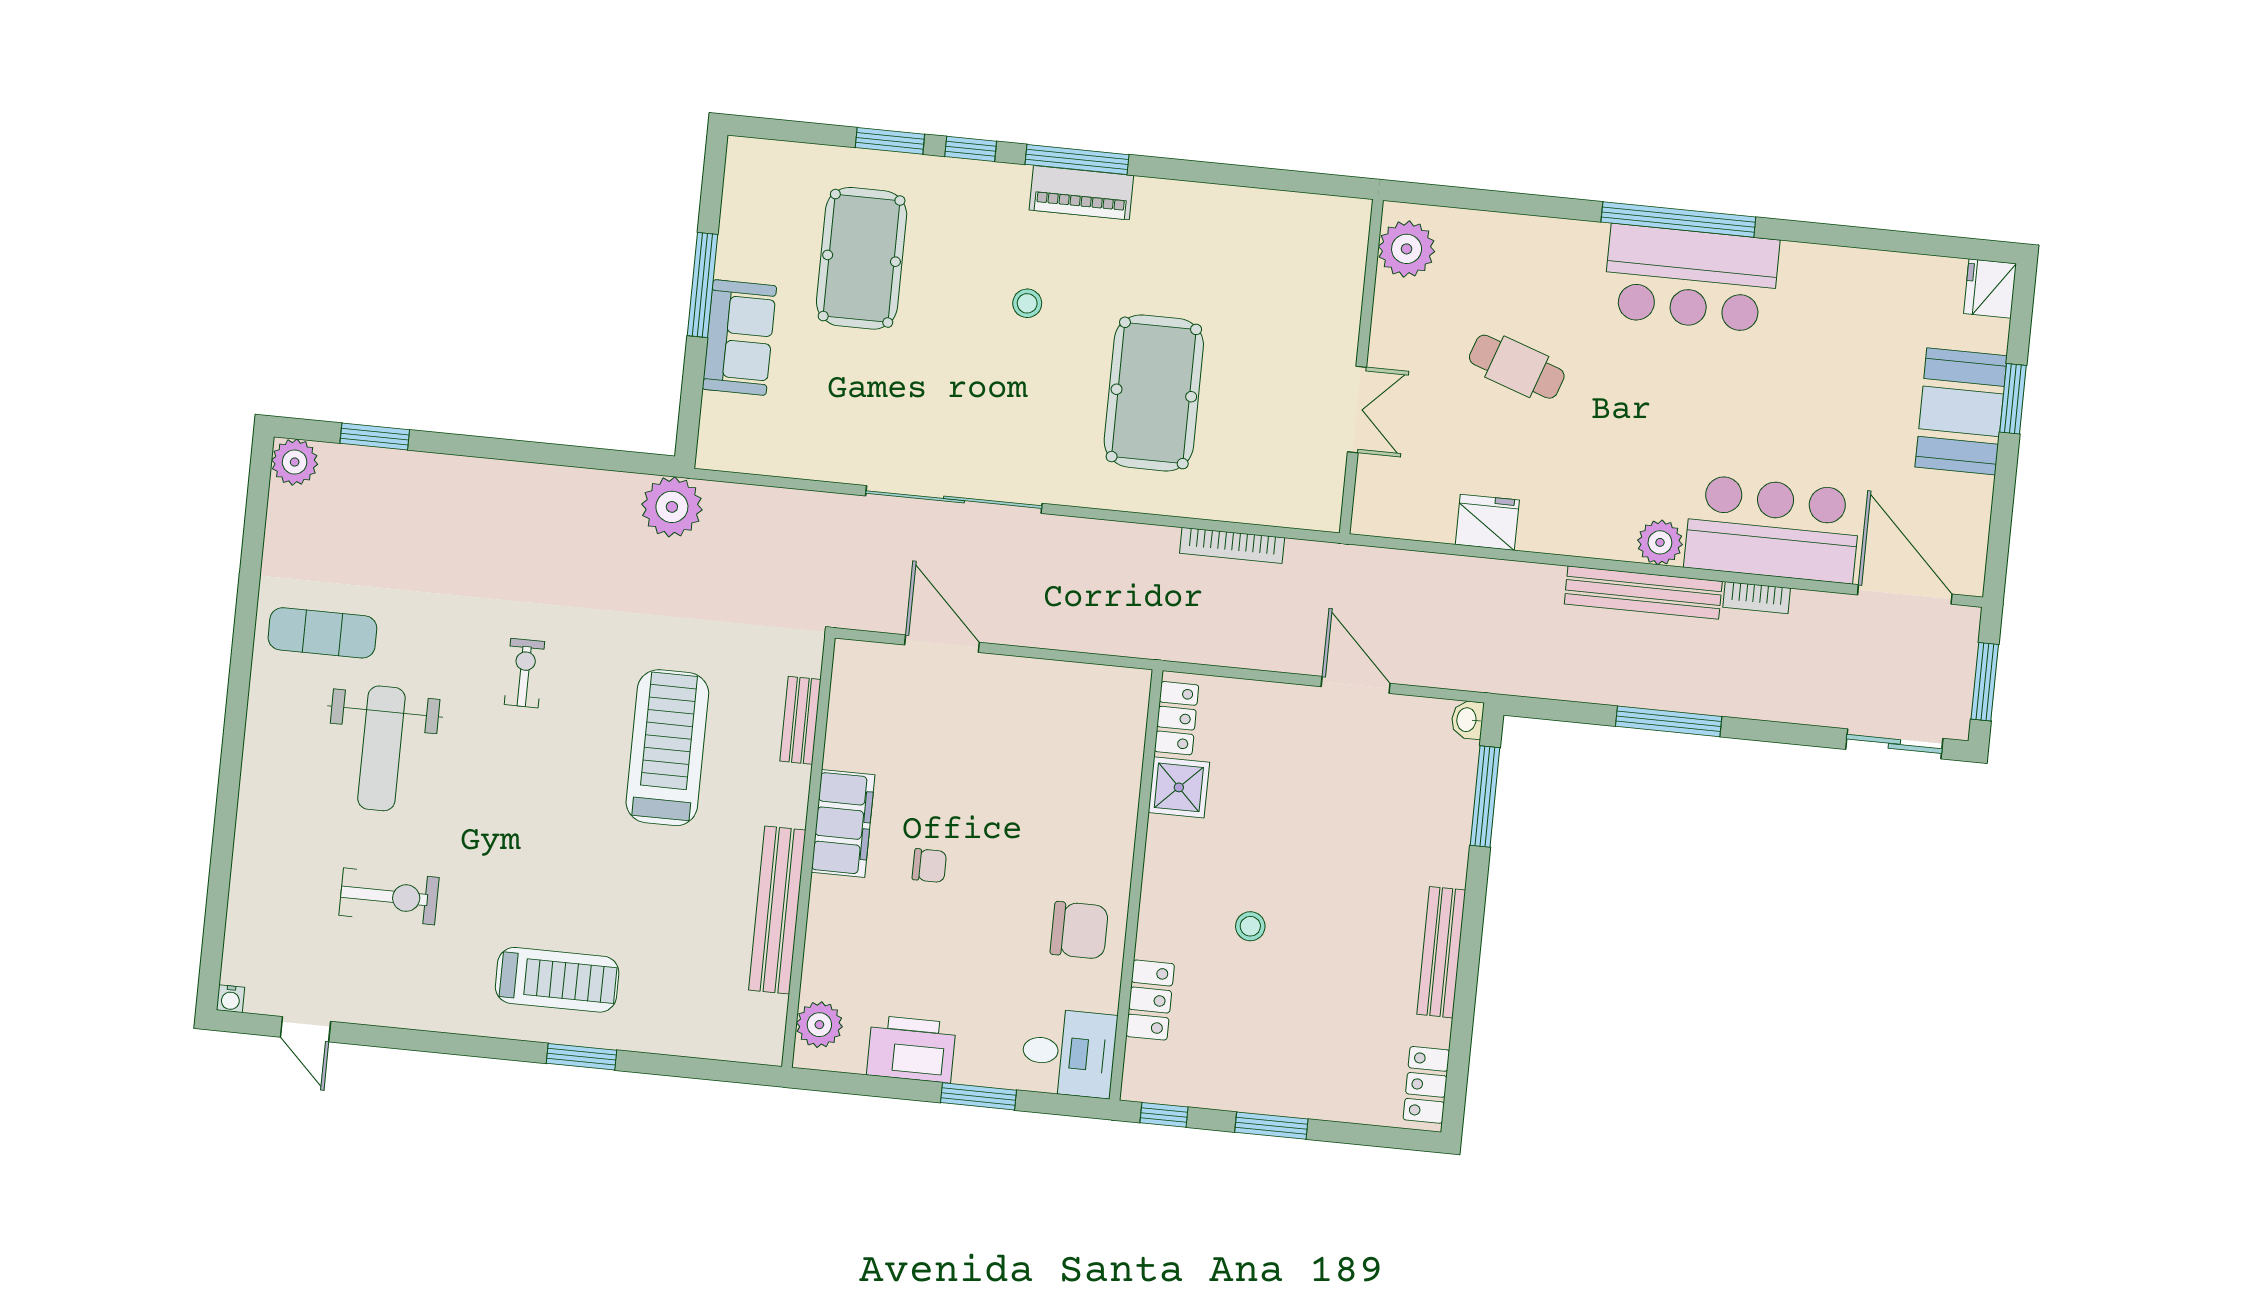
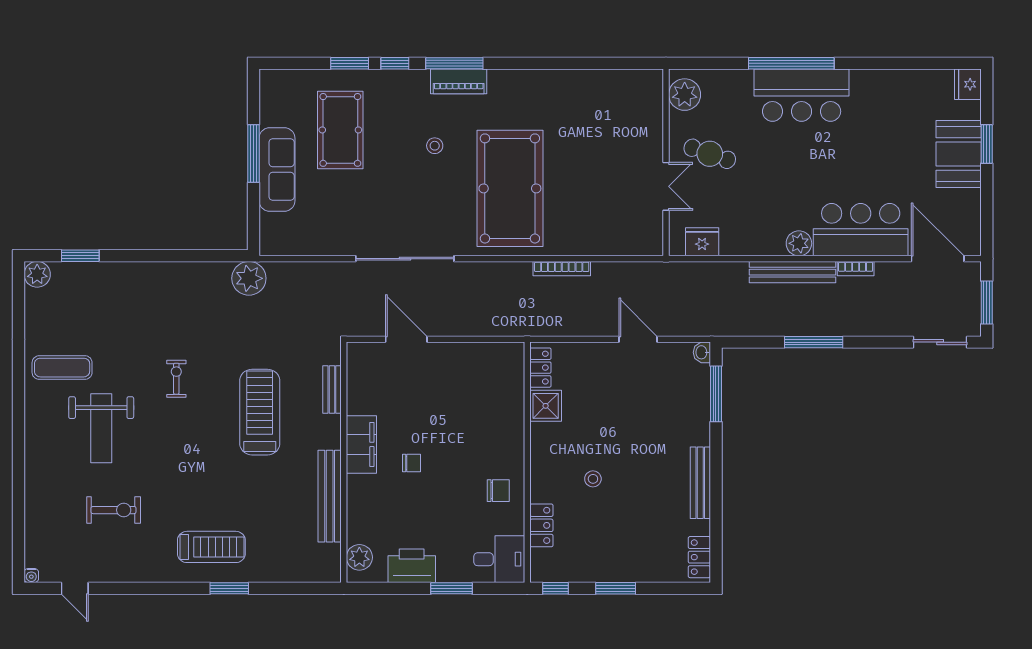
plant: (1407, 249) -> (685, 95), moved
sofa: (739, 337) -> (277, 170), width x1.36
wall: (1361, 367) -> (666, 162), moved
pool table: (1154, 393) -> (510, 188), width x1.36, depth x1.32
double door: (1357, 410) -> (666, 186), moved
chair: (1079, 930) -> (498, 491), width x0.73, depth x0.73

